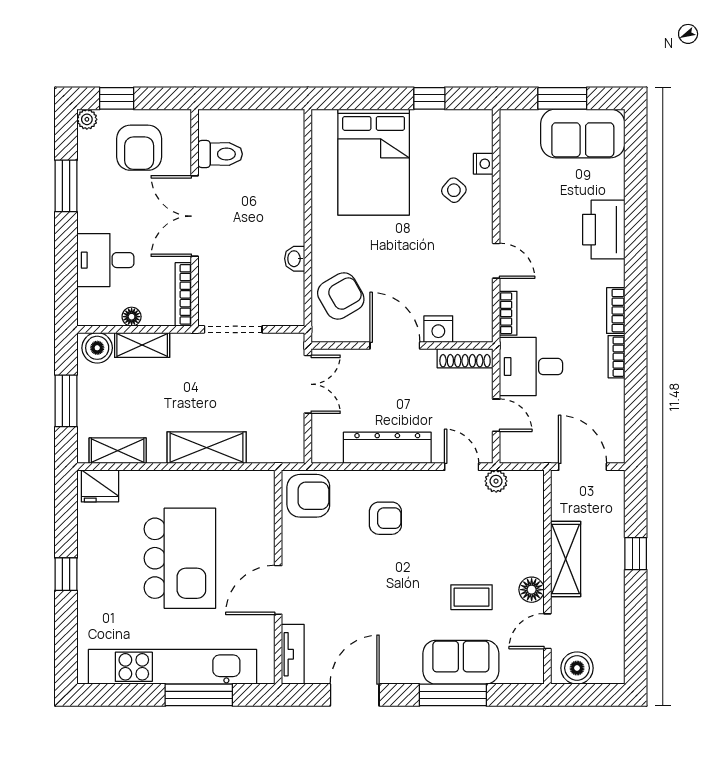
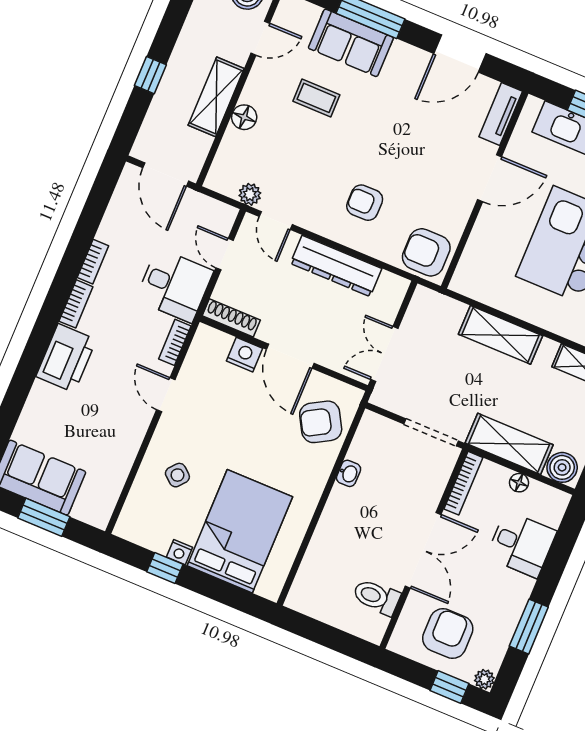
nightstand: (483, 164) -> (180, 552), moved, turned -90
printer: (604, 230) -> (66, 358), moved
shelving: (142, 345) -> (509, 444), width x1.50, depth x1.33
floor lamp: (532, 590) -> (244, 117), moved

